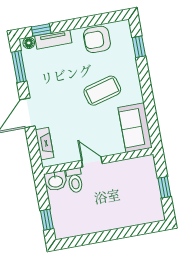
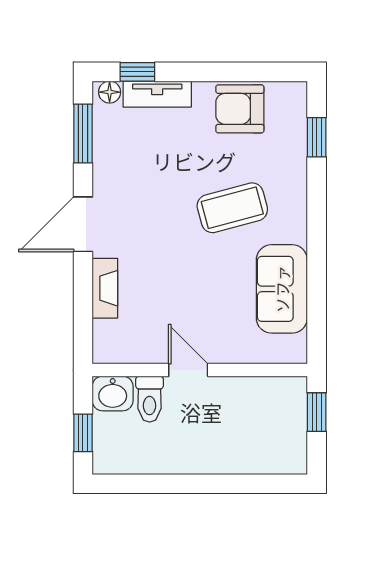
wall: (98, 161) -> (200, 370), moved
door: (92, 162) -> (188, 370), moved
toilet: (75, 180) -> (150, 399), moved
washbasin: (55, 181) -> (113, 393), moved

